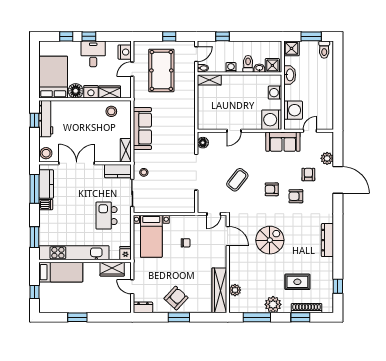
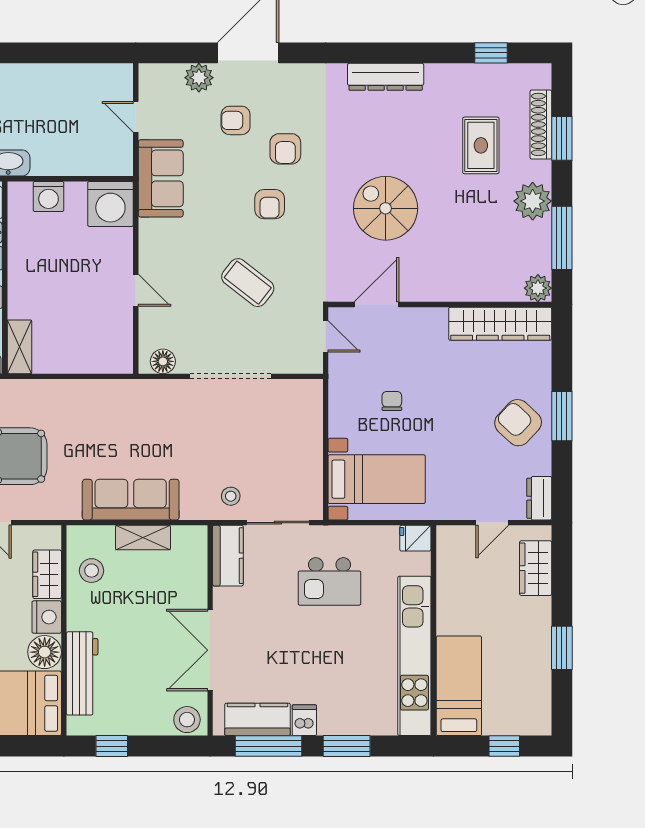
washing machine: (293, 110) -> (89, 155), removed
workbench: (46, 119) -> (82, 673), moved, turned 90
shelving: (126, 150) -> (143, 538), moved
window: (35, 237) -> (347, 746), moved
wardrobe: (112, 269) -> (536, 568), moved, turned 180
plant: (235, 290) -> (538, 288), moved

